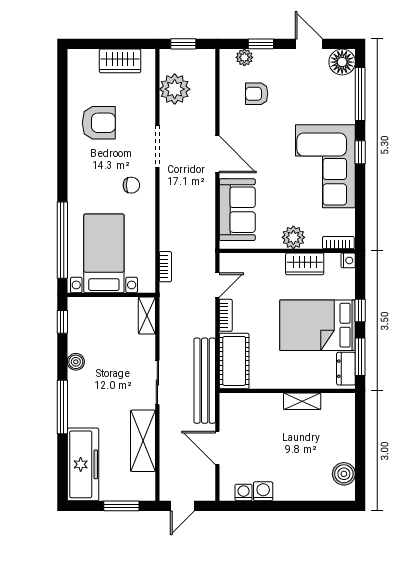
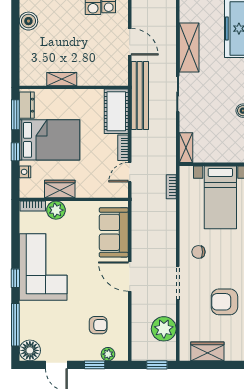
plant: (293, 237) -> (56, 210), moved
nightstand: (348, 260) -> (25, 172), moved

